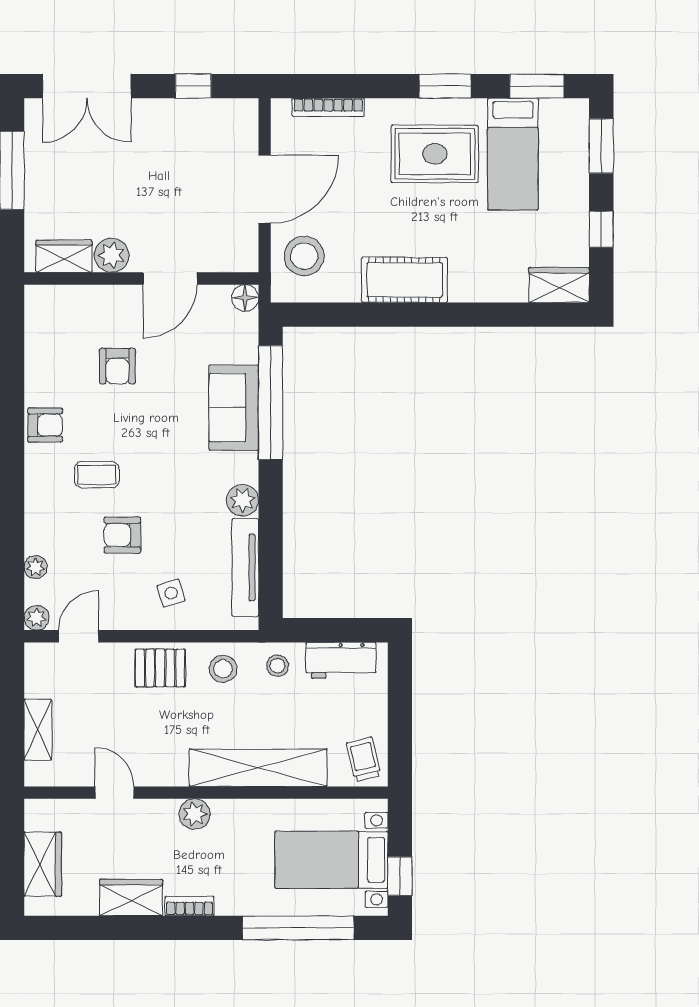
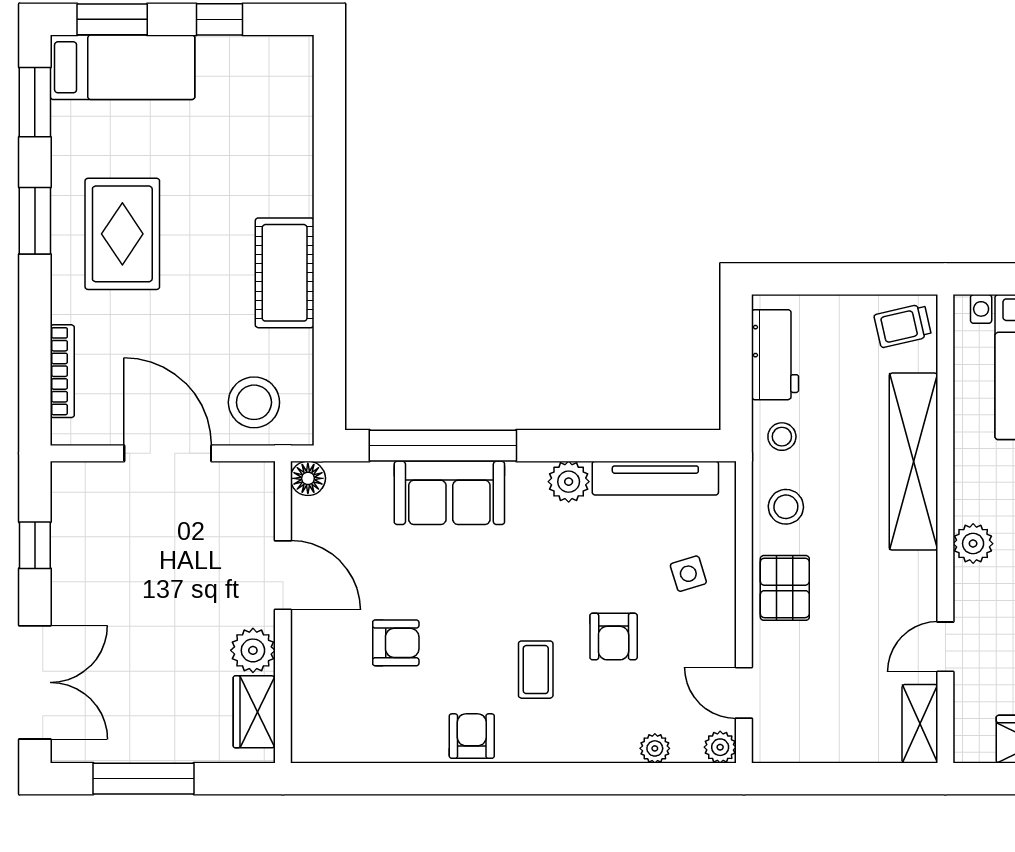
bed: (513, 154) -> (123, 67), moved
wardrobe: (559, 285) -> (291, 74), removed
shelving: (38, 730) -> (920, 724), moved, turned 90

